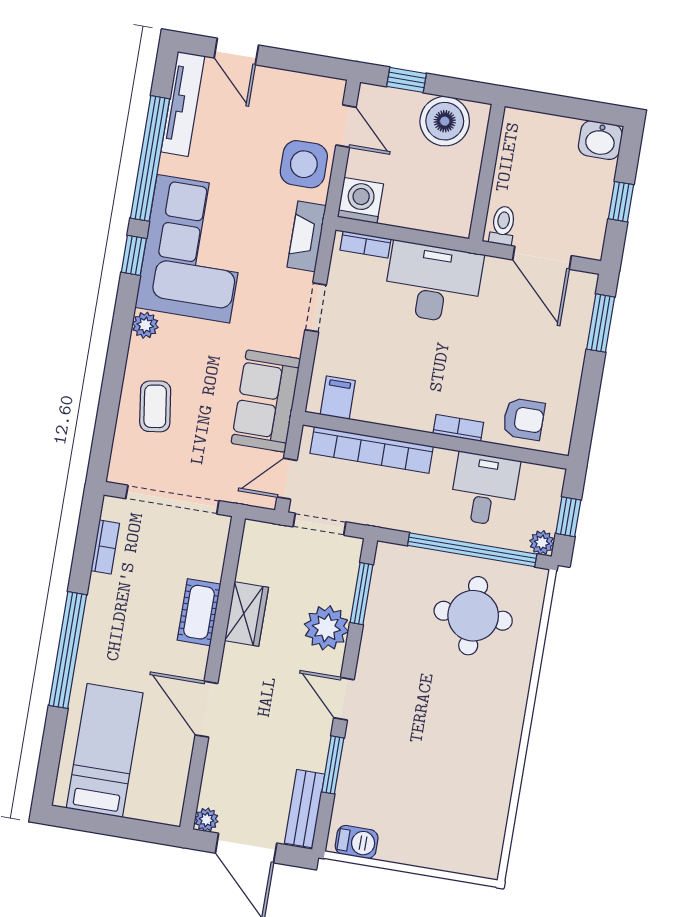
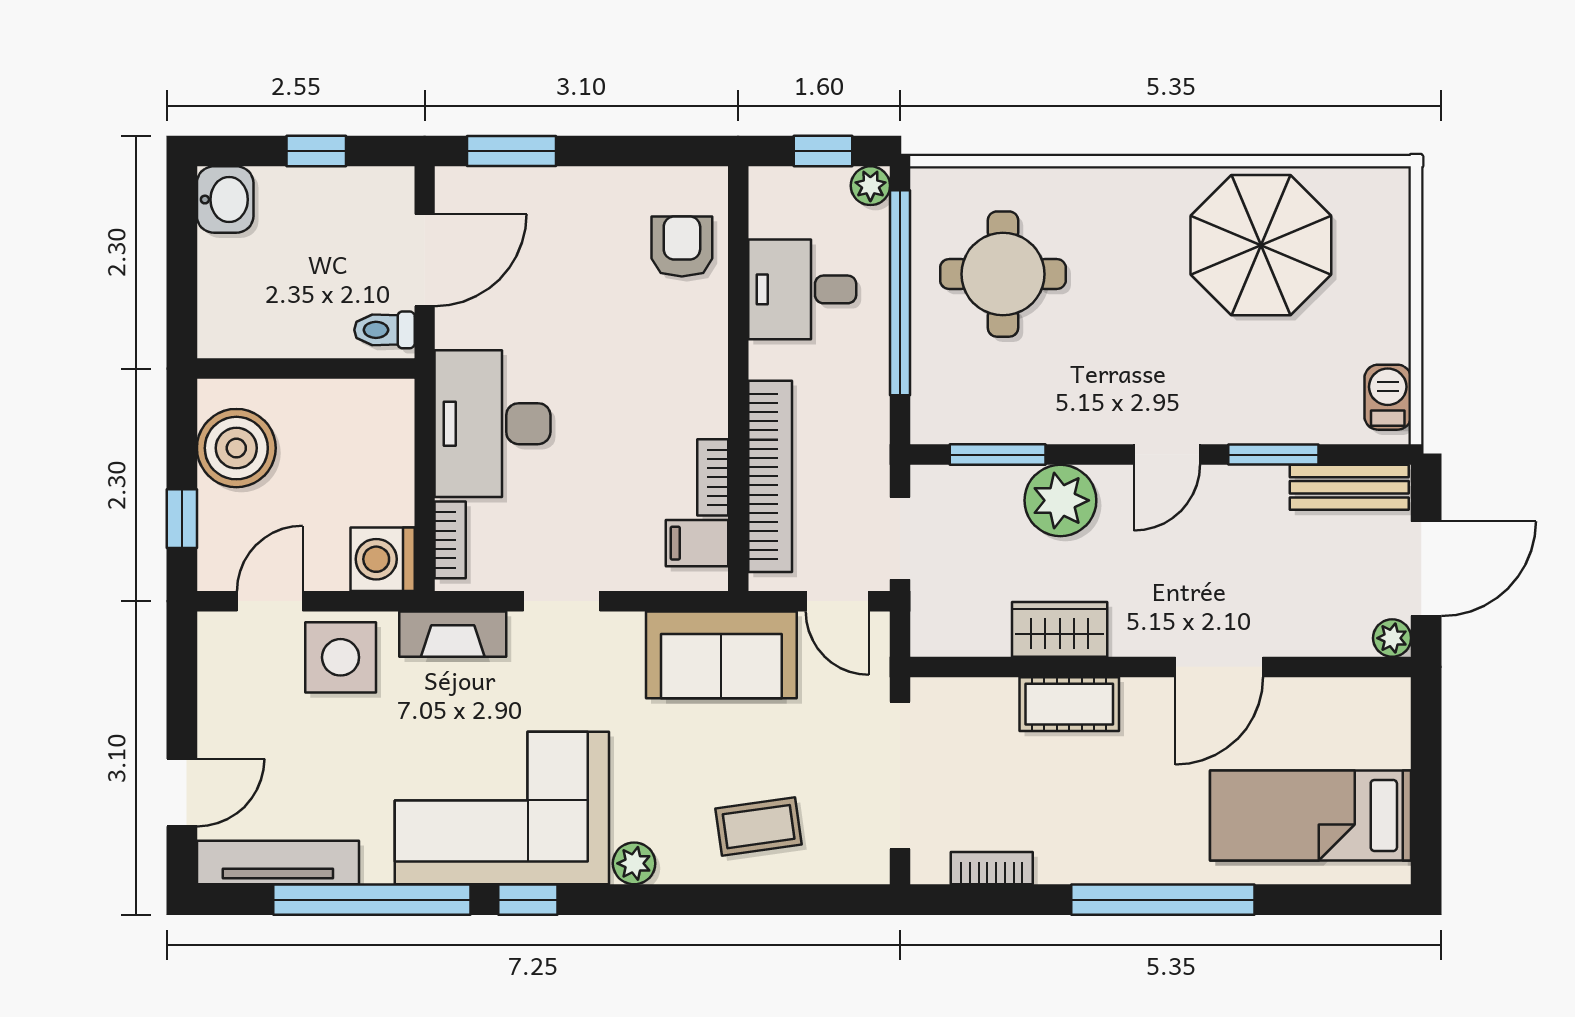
bookcase: (458, 428) -> (713, 477), moved
parasol: (464, 779) -> (1261, 245), added

